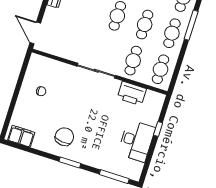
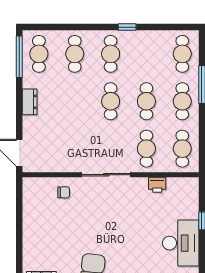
chair: (41, 91) -> (64, 192), moved
printer: (132, 94) -> (157, 185), width x0.53, depth x0.68

